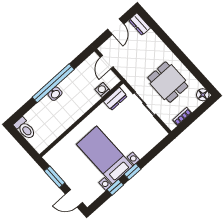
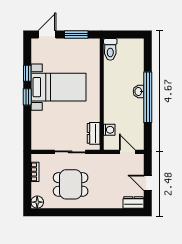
toilet: (25, 129) -> (110, 49), moved, turned -90

